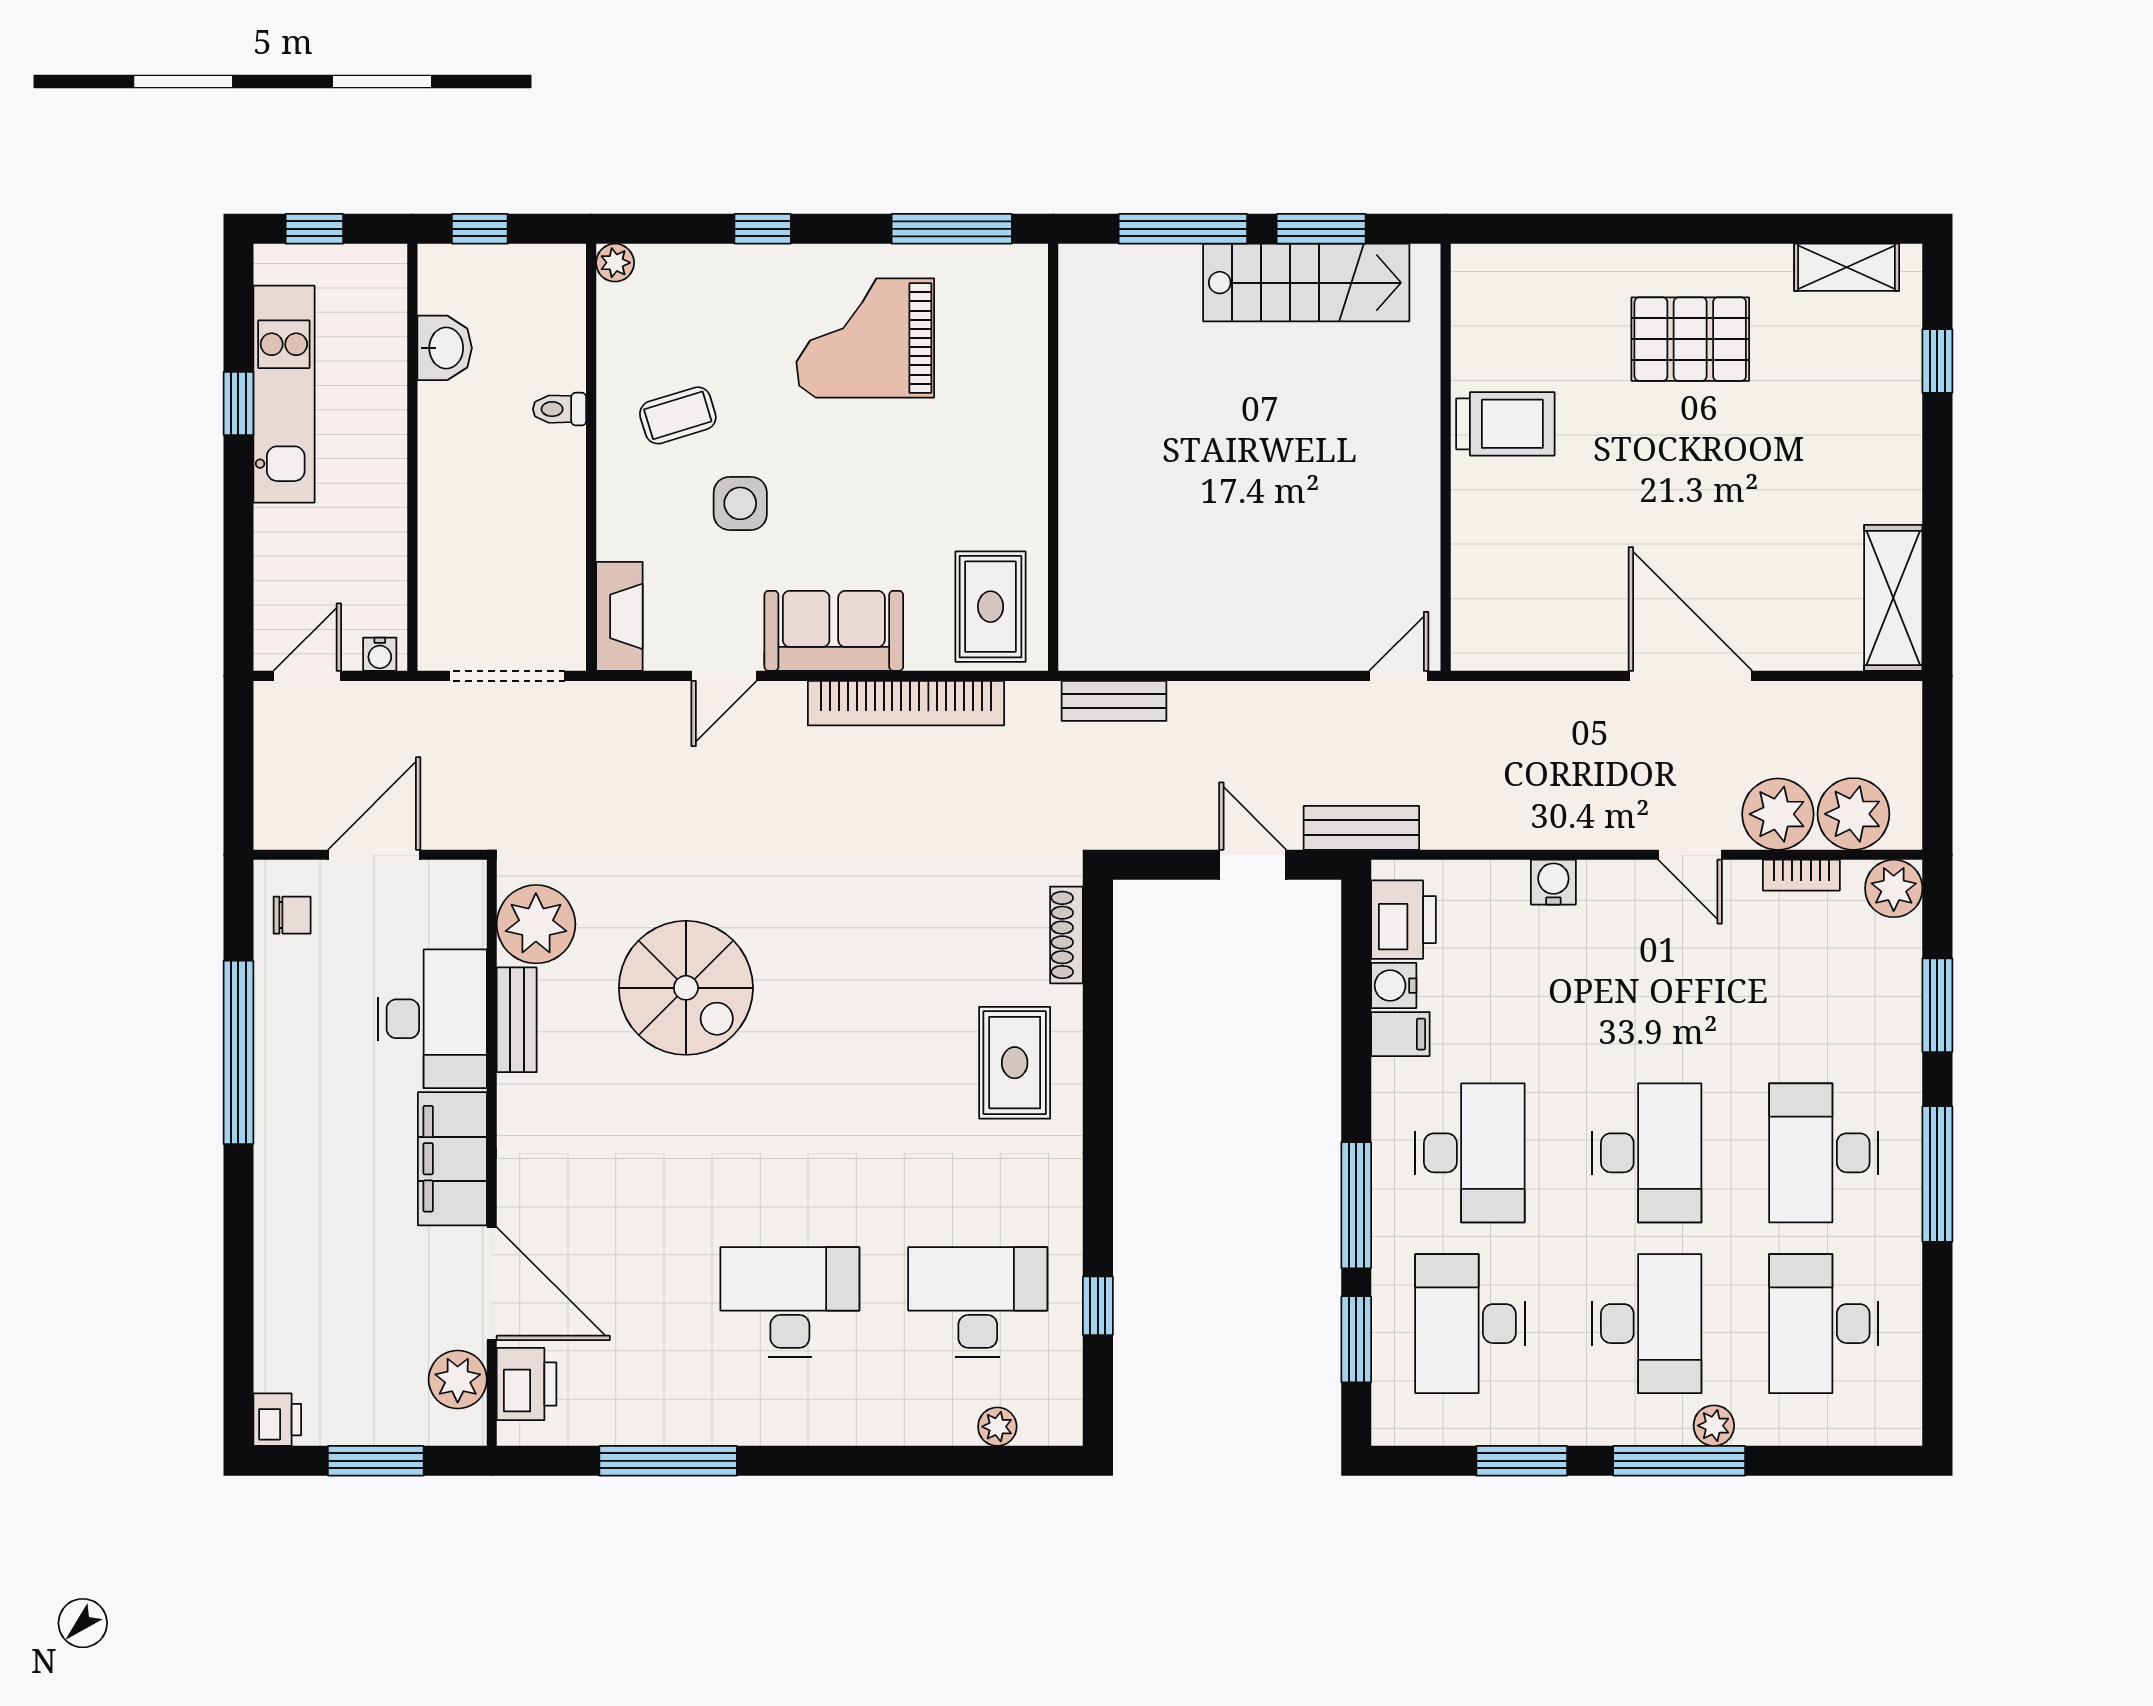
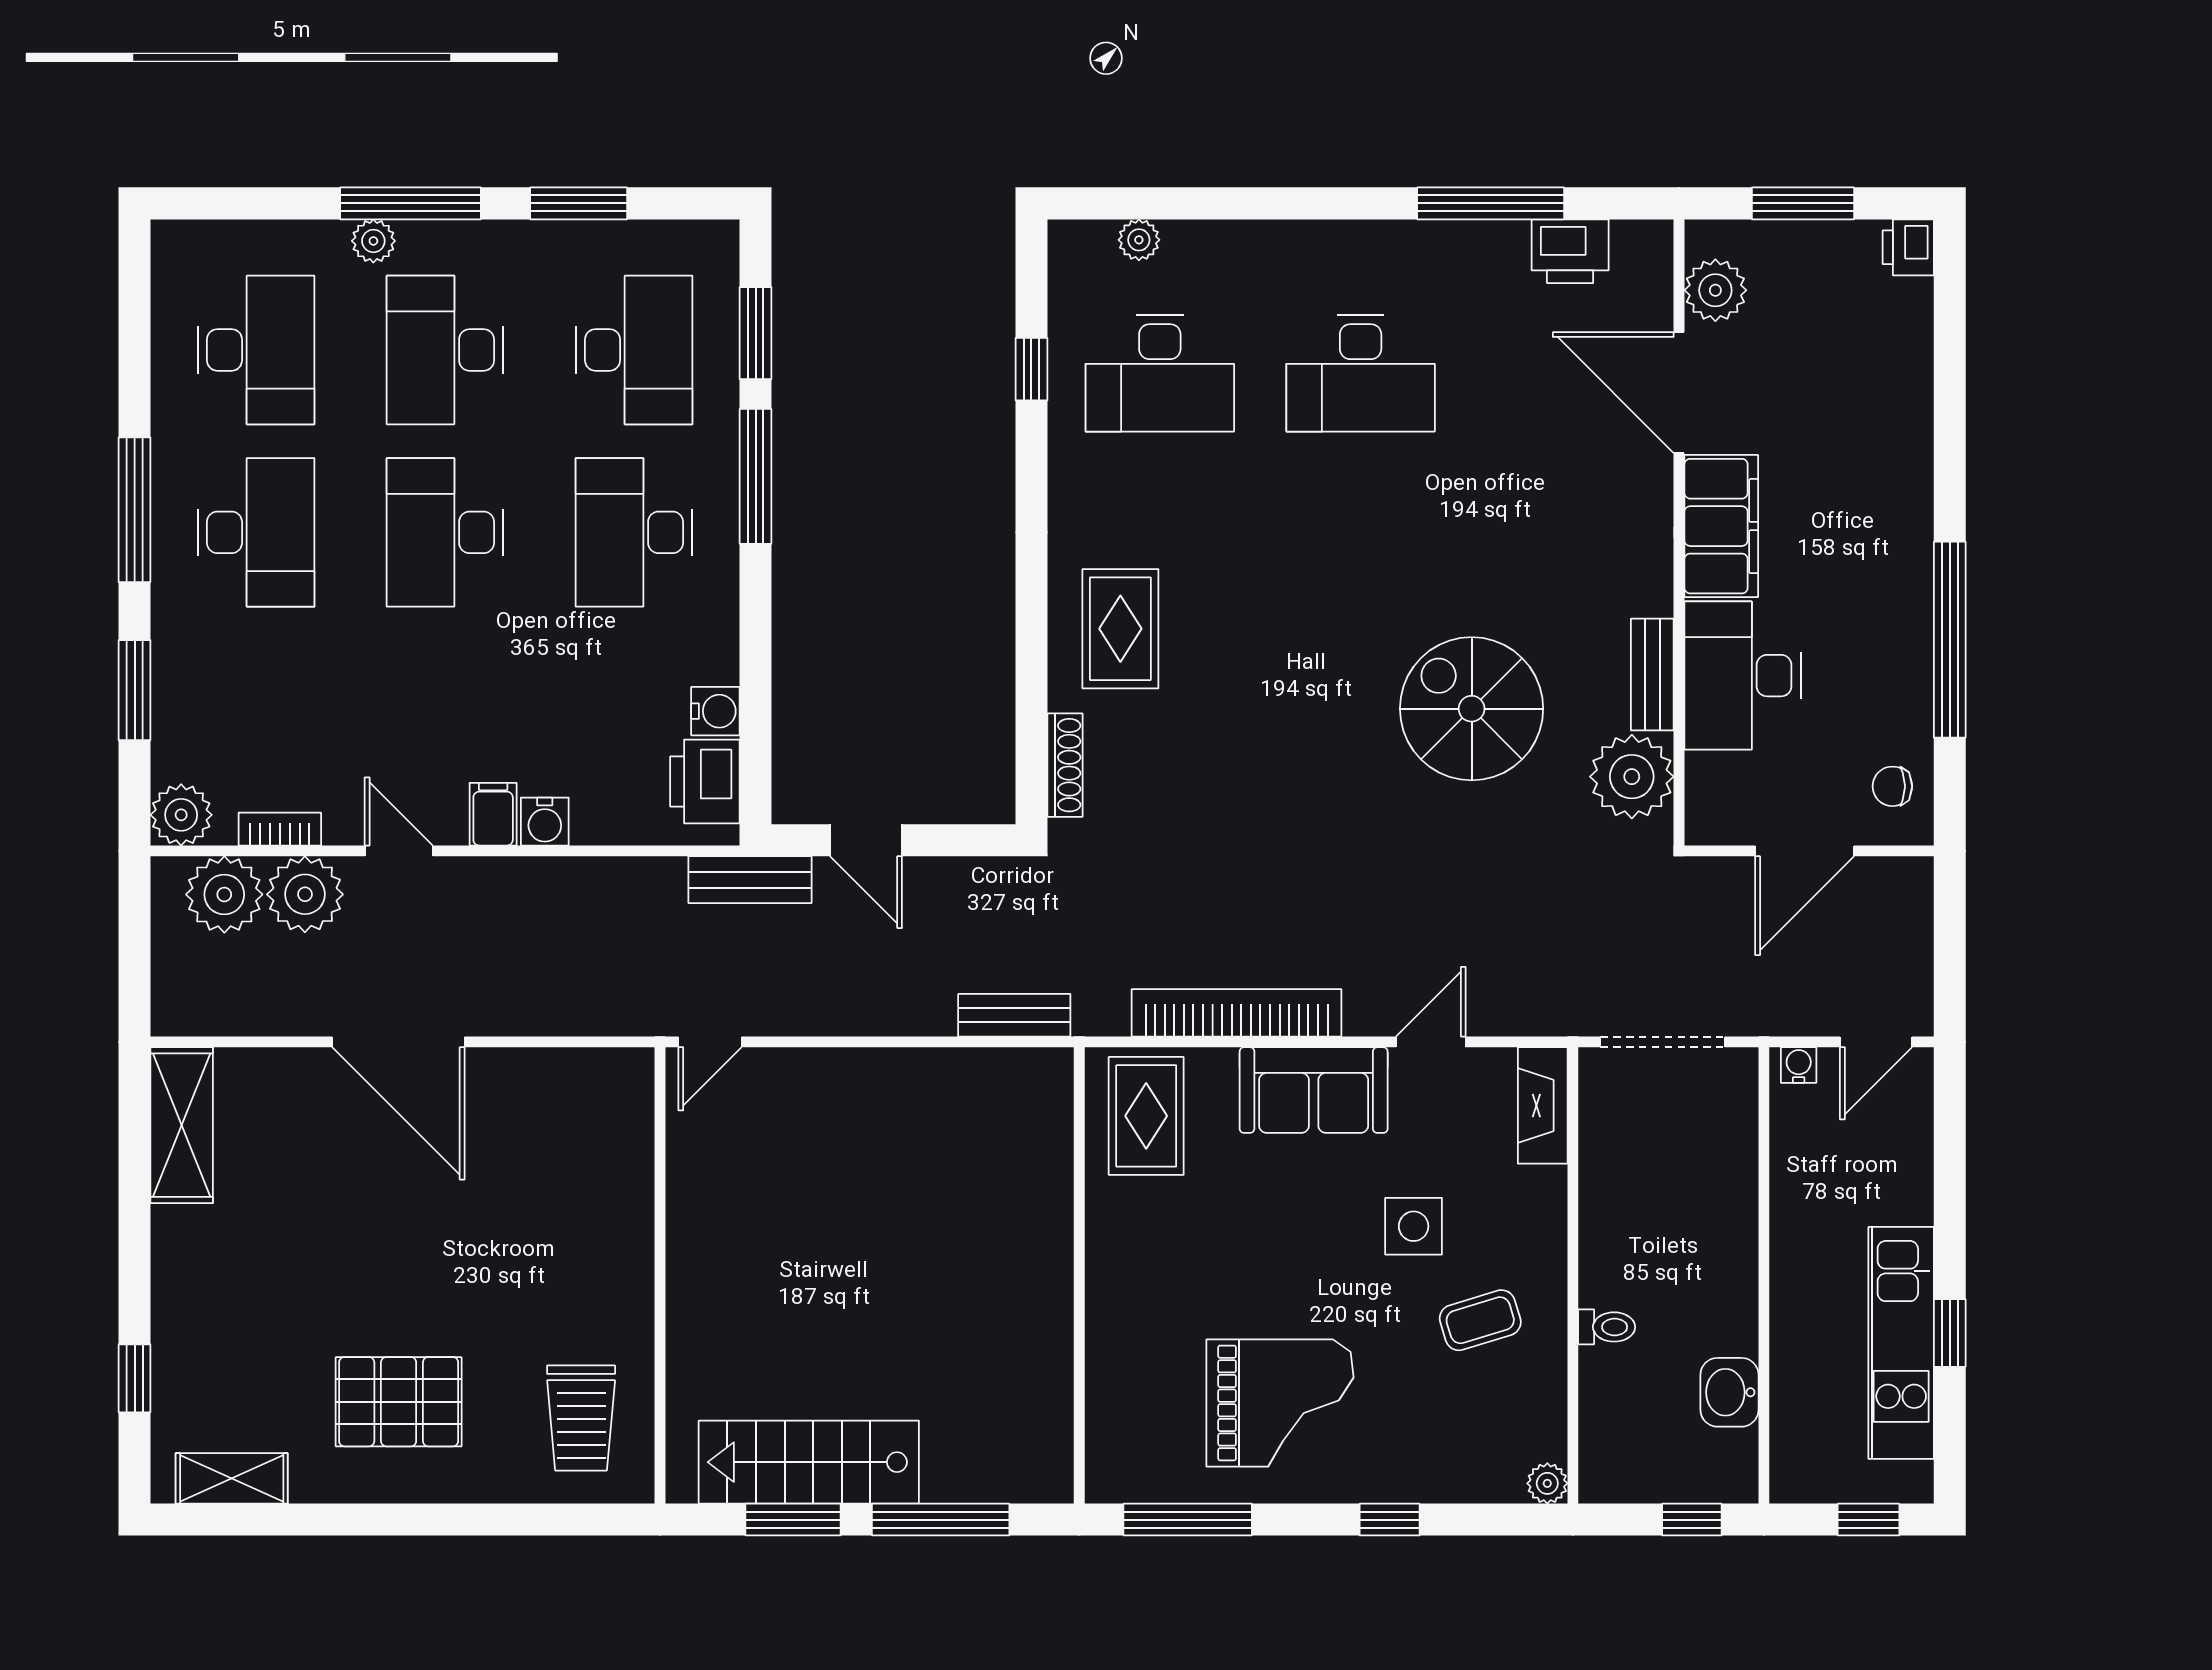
trolley: (1505, 424) -> (581, 1418), moved, turned -90
filing cabinet: (1400, 1034) -> (493, 814), moved, turned 90
printer: (527, 1384) -> (1570, 251), moved, turned -90

